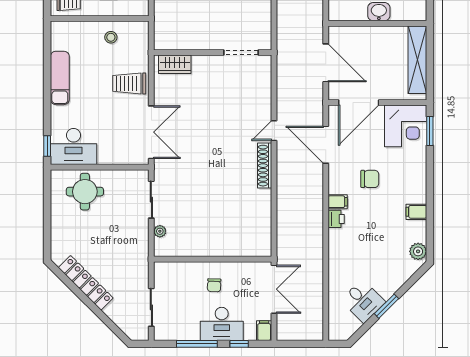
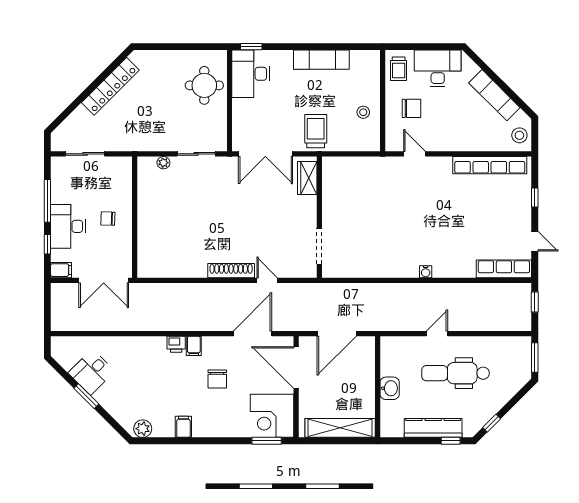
wall: (213, 52) -> (319, 217), moved
doorway: (241, 52) -> (319, 246), moved
wardrobe: (175, 64) -> (307, 178), moved

